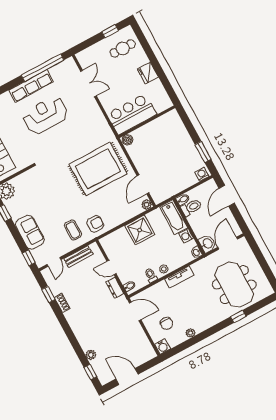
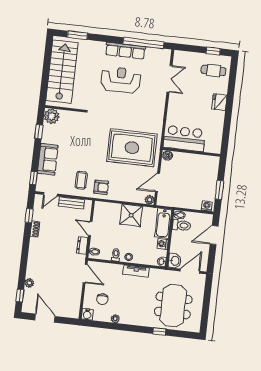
bar counter: (132, 114) -> (184, 139), moved
wall: (147, 122) -> (191, 152), moved
boiler: (127, 140) -> (168, 155), moved

